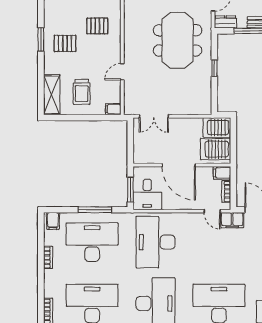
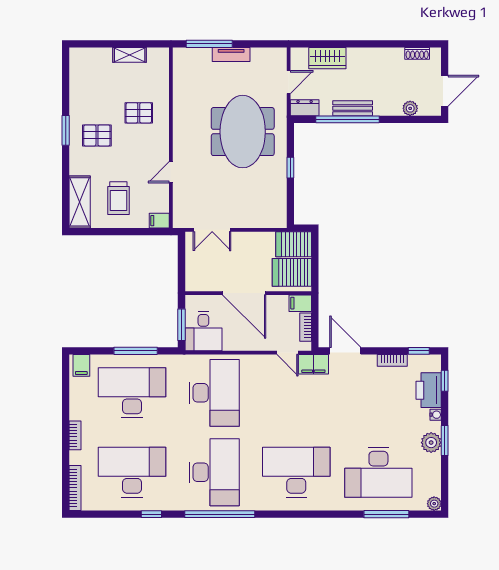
desk: (156, 242) -> (214, 393), turned 180
bookcase: (48, 257) -> (75, 435), moved

